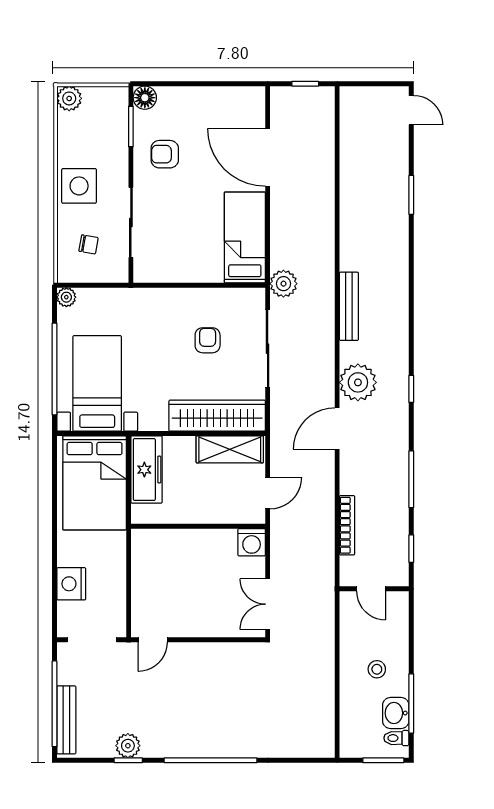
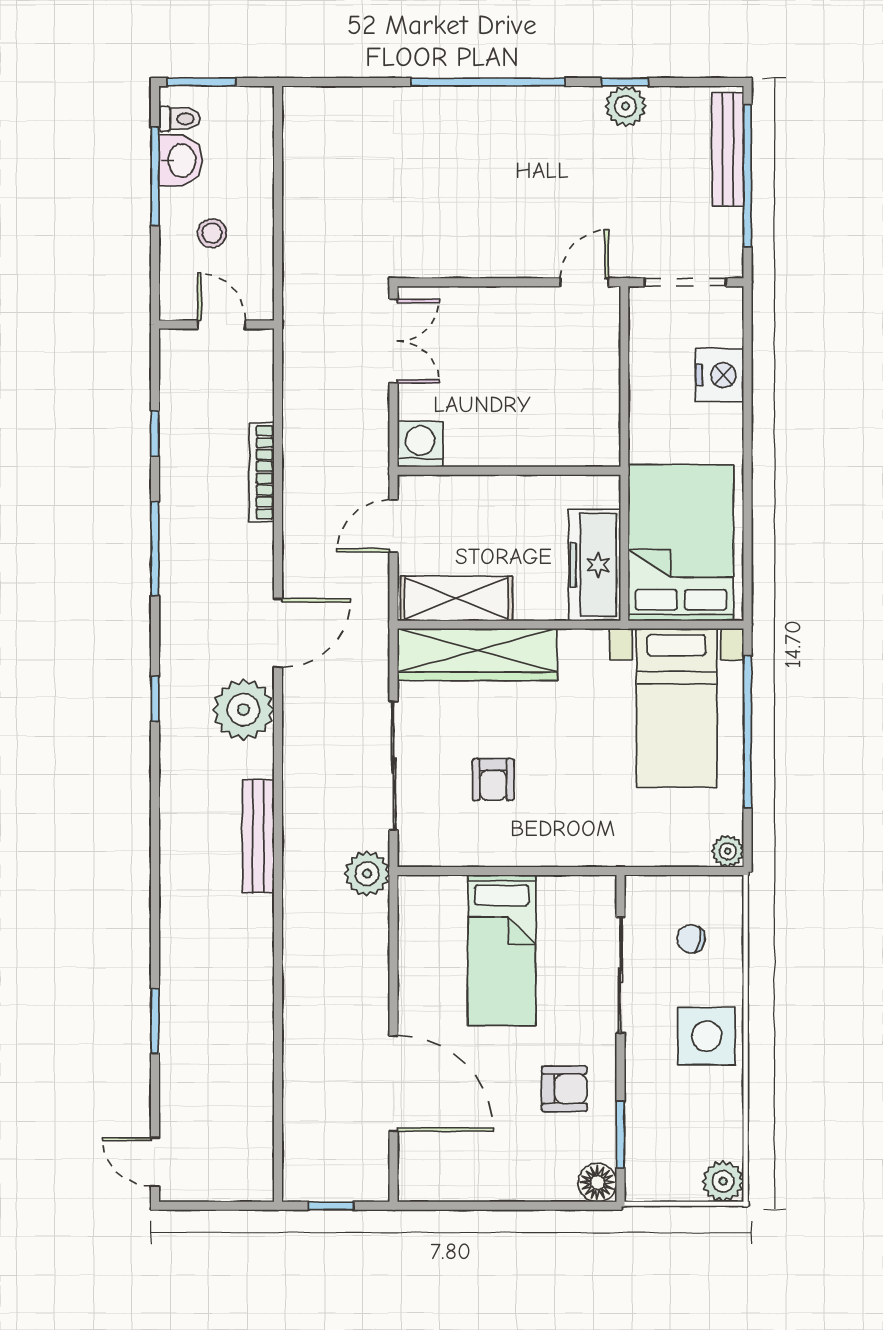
bed: (245, 238) -> (502, 950), moved
door: (371, 589) -> (222, 324), moved
wall: (374, 589) -> (216, 324), moved

